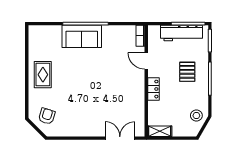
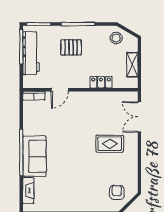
fireplace: (49, 31) -> (28, 191), added
rug: (43, 75) -> (110, 144), moved
locker: (154, 89) -> (101, 82), moved
armchair: (47, 116) -> (117, 192), turned 73
shelving: (160, 131) -> (132, 65), moved

